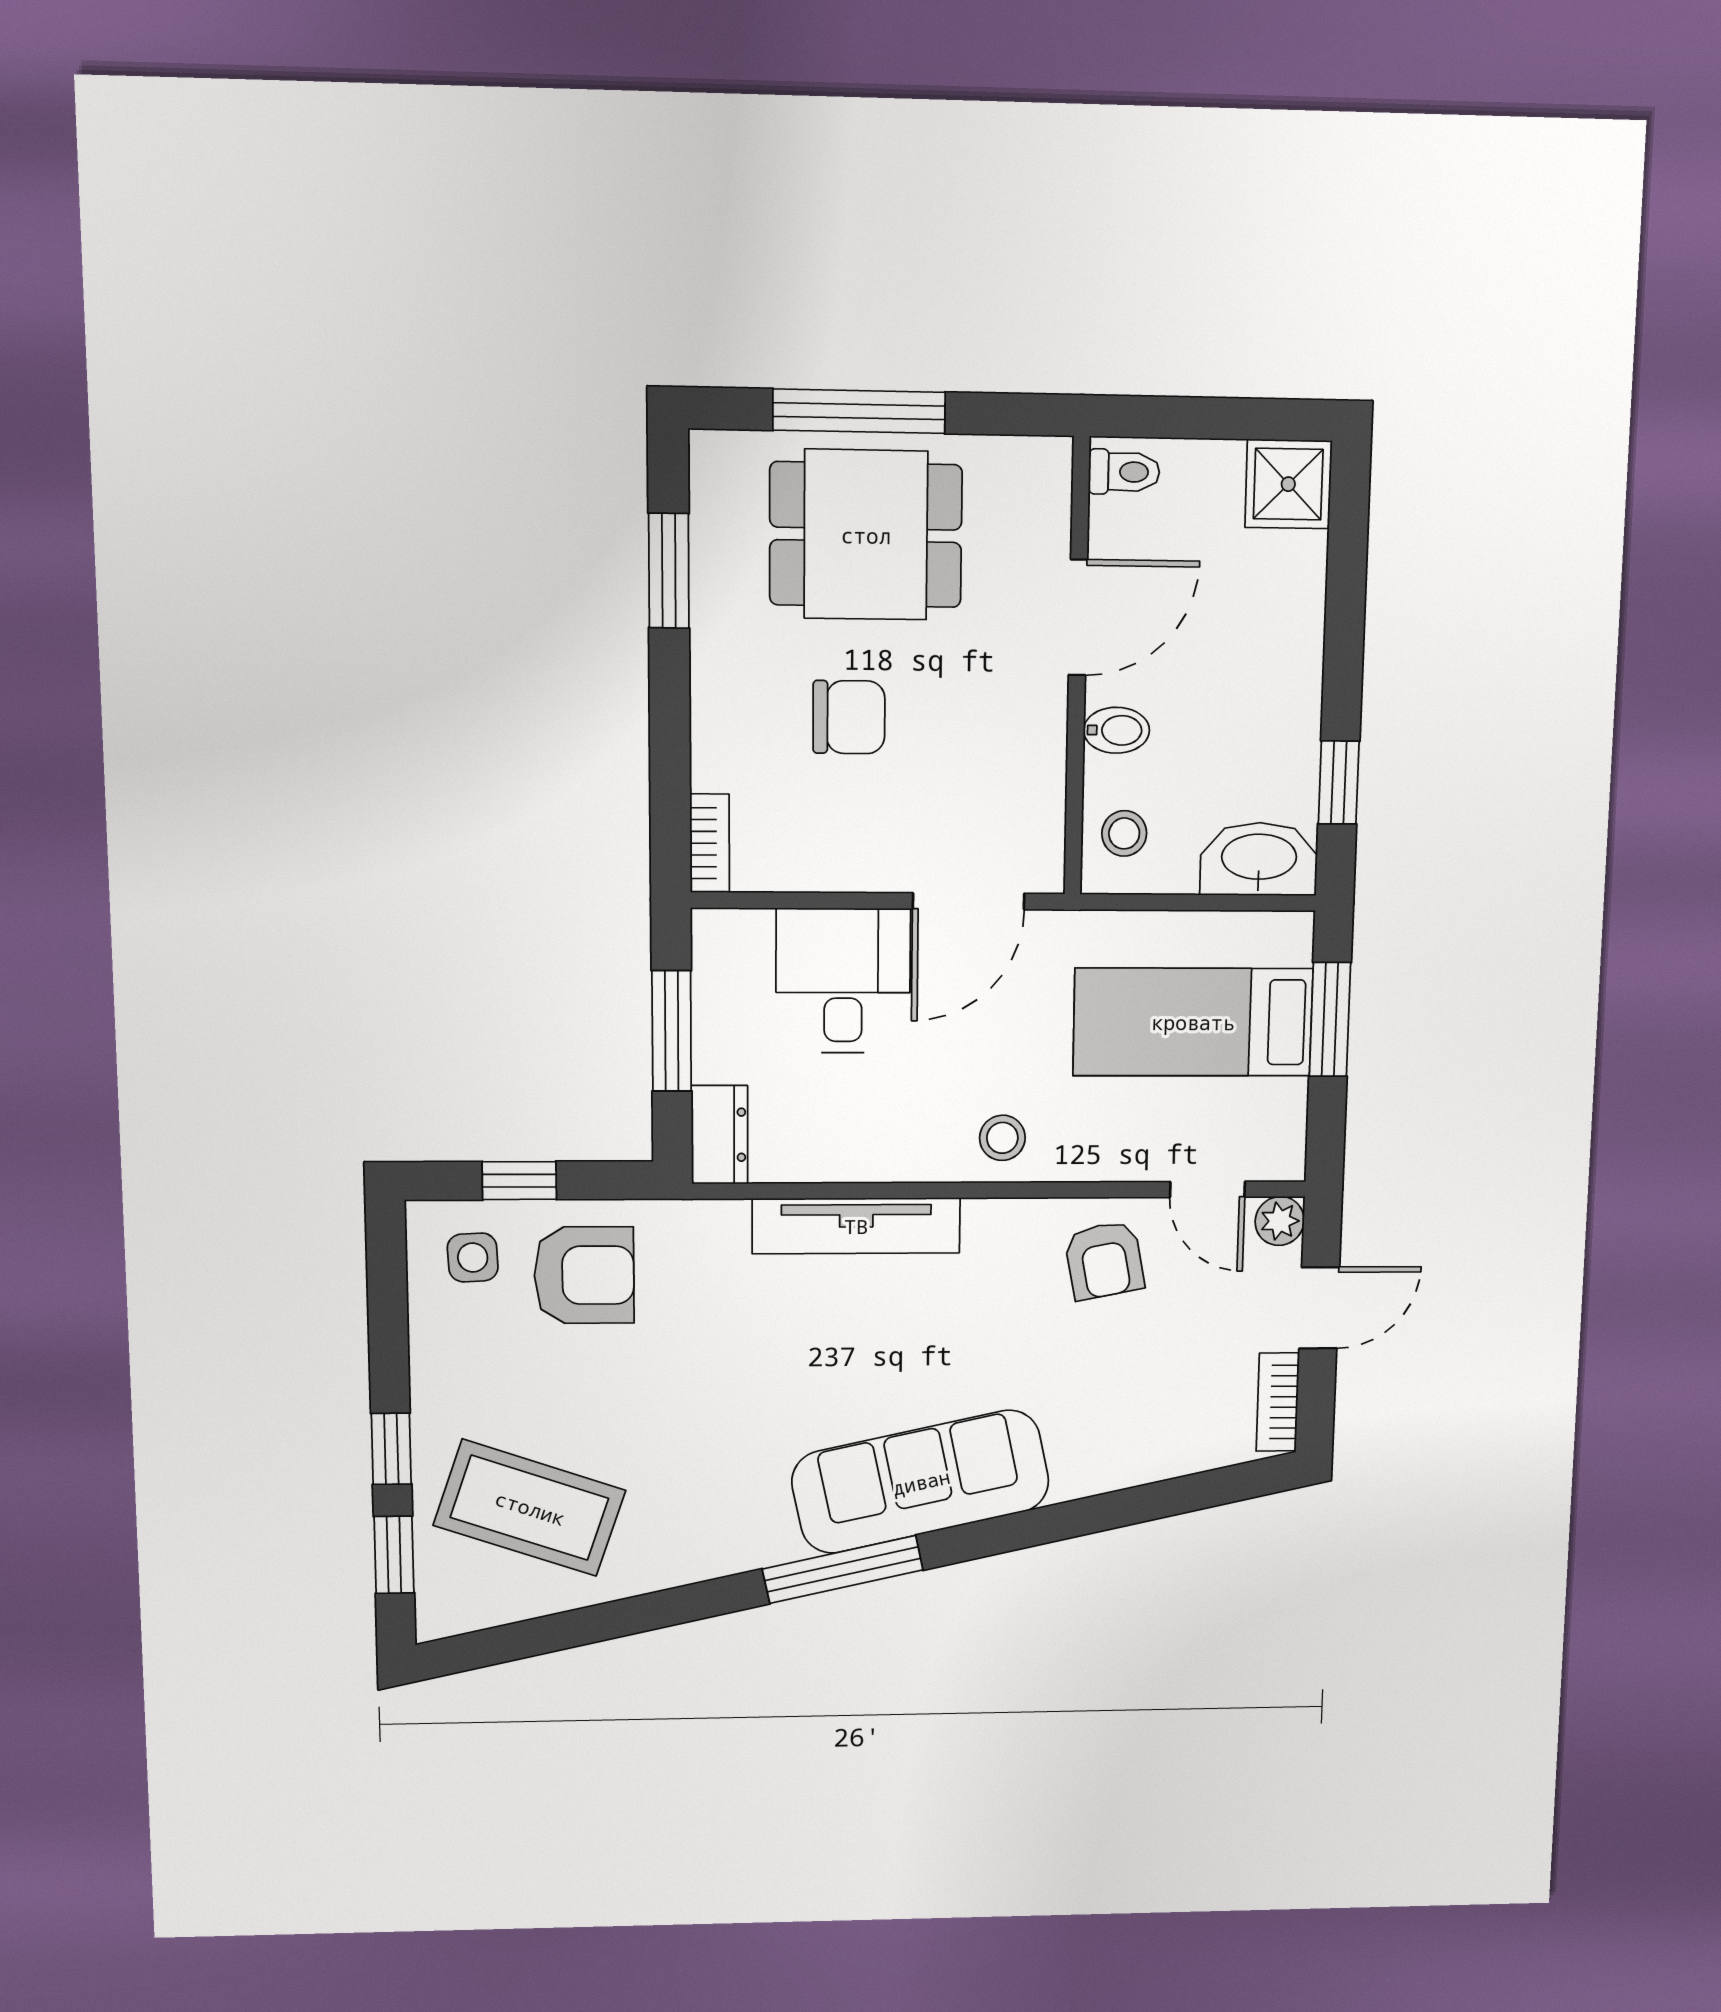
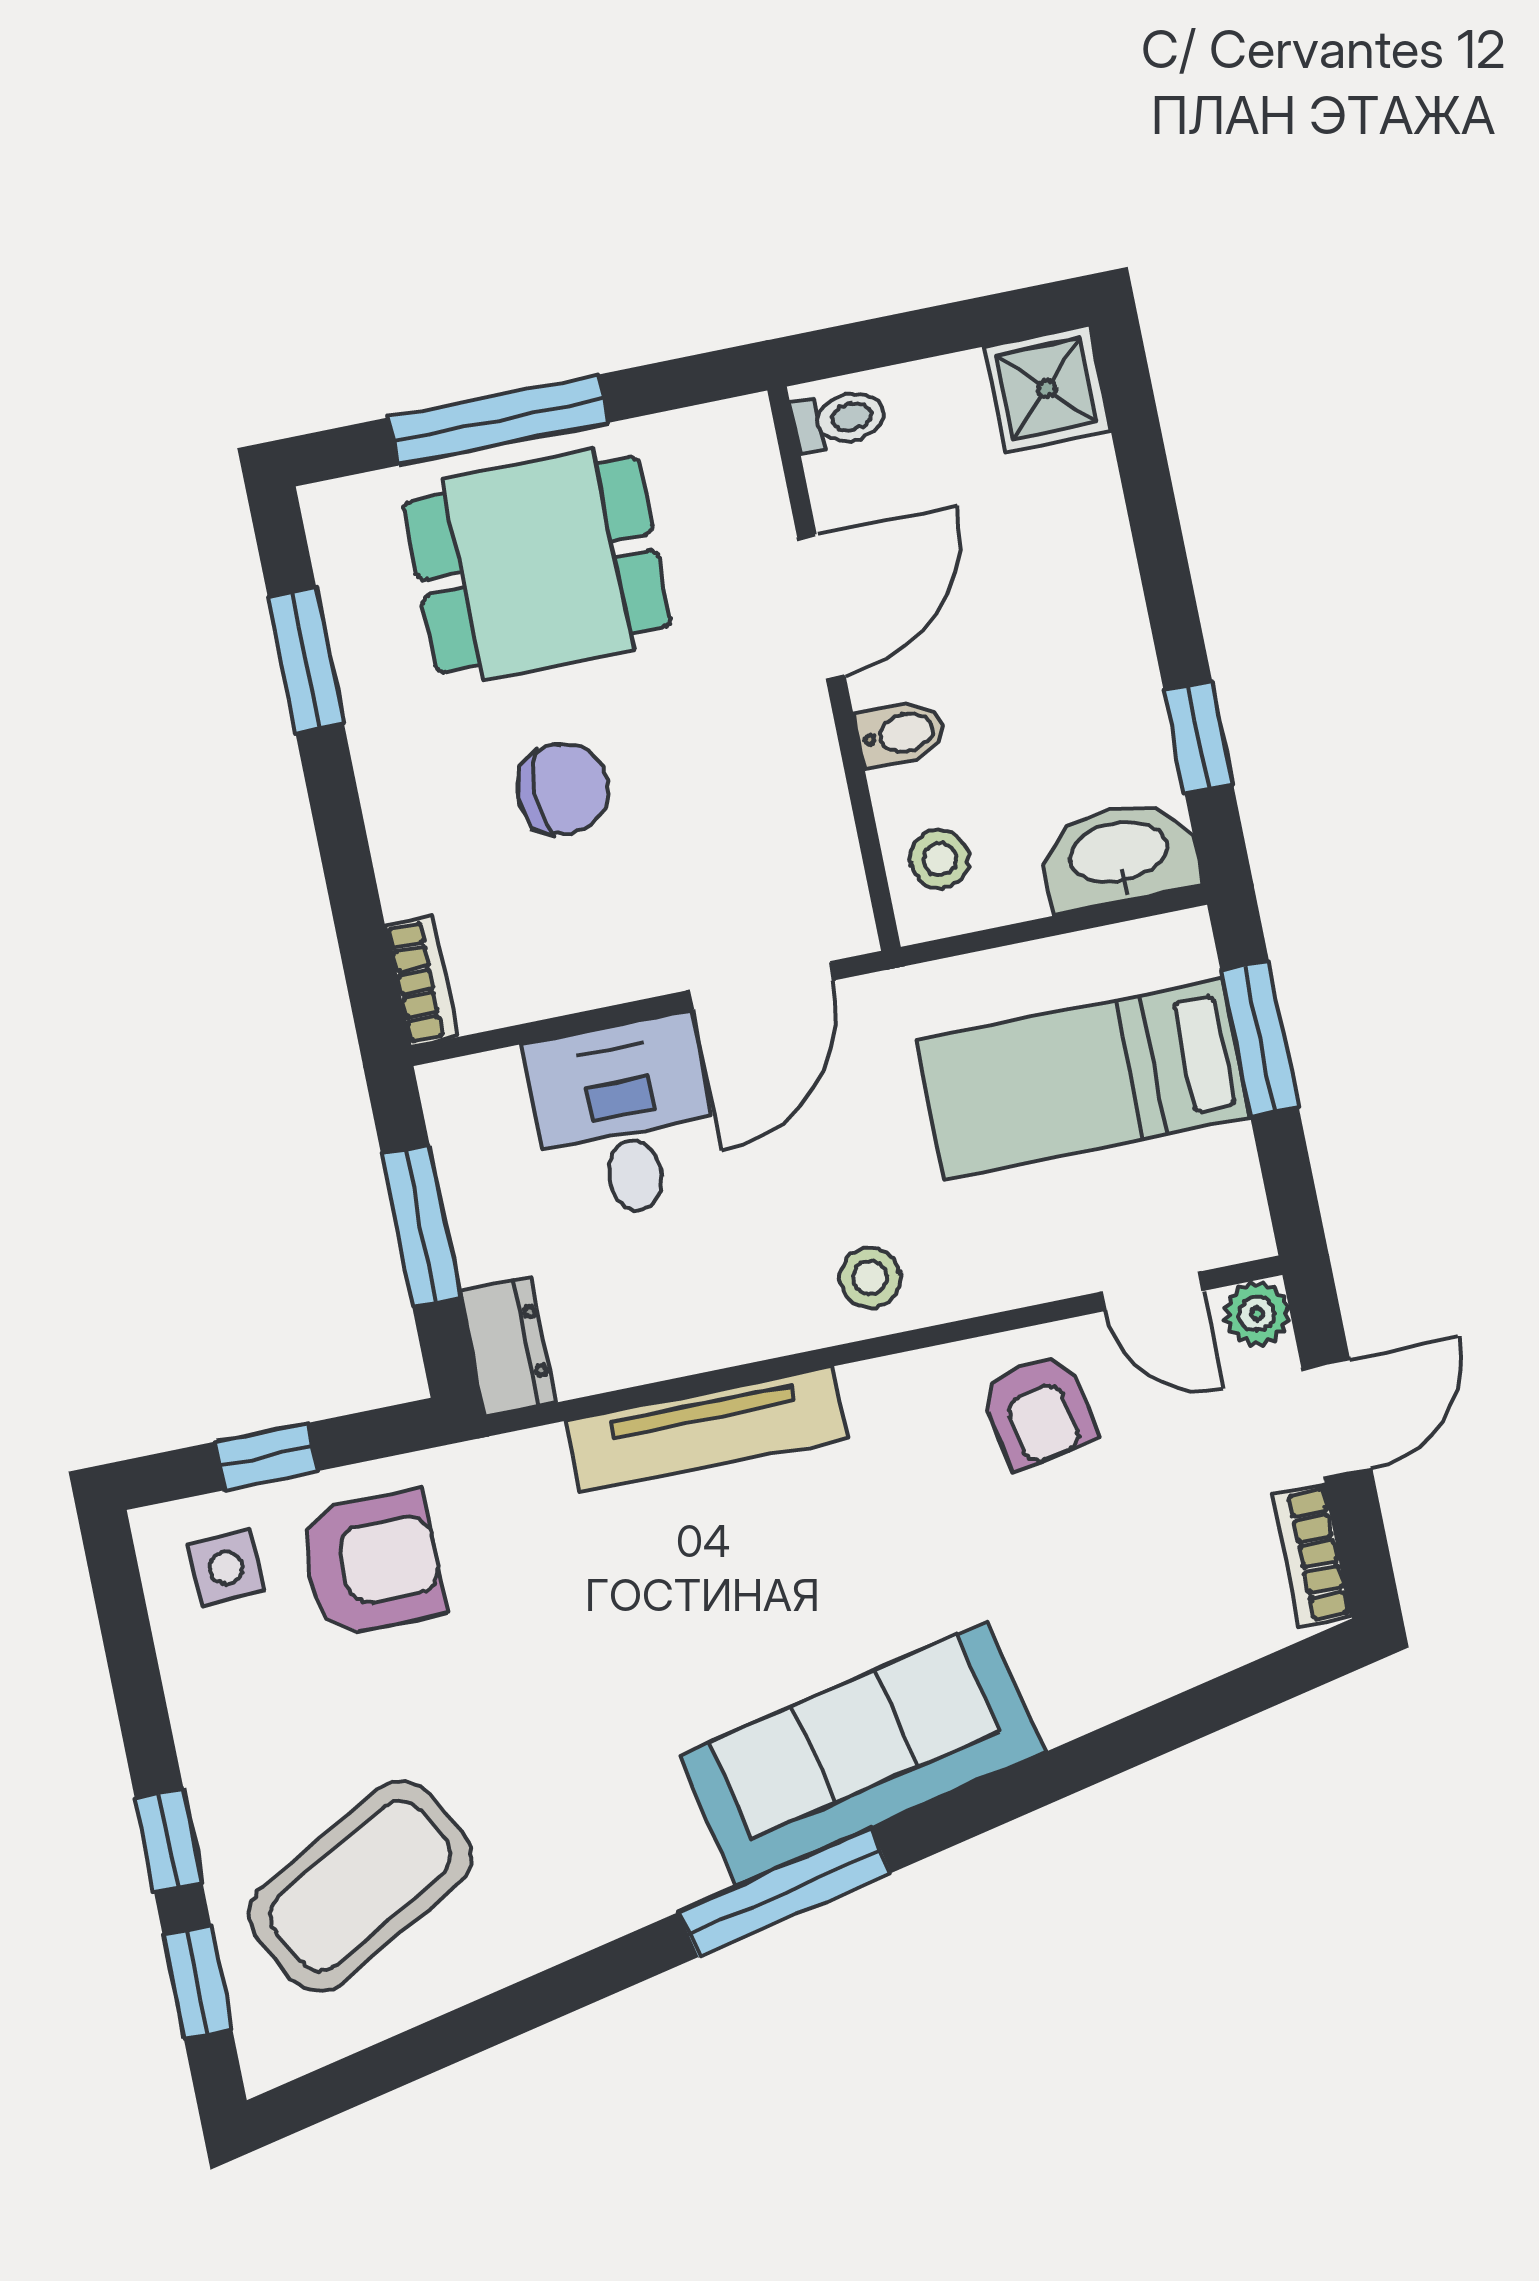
coffee table: (530, 1508) -> (360, 1886), turned -48

